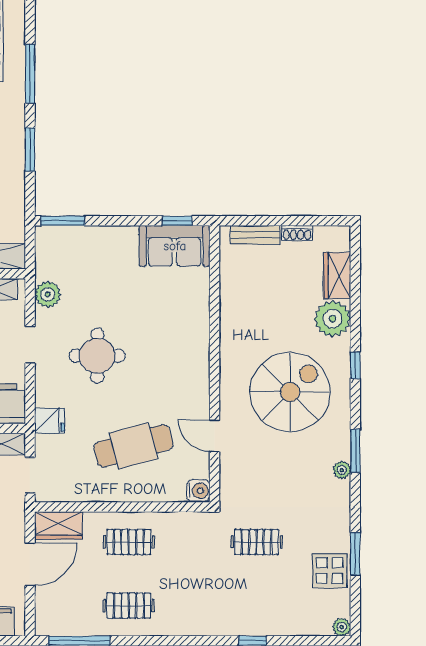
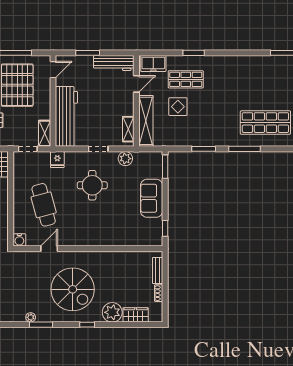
sofa: (175, 246) -> (152, 198), moved

